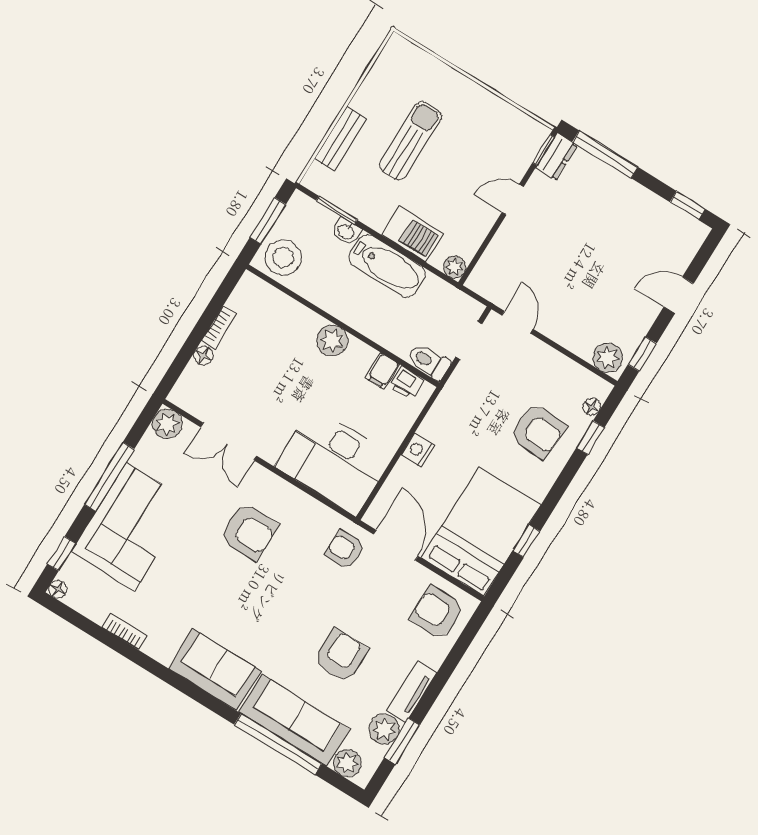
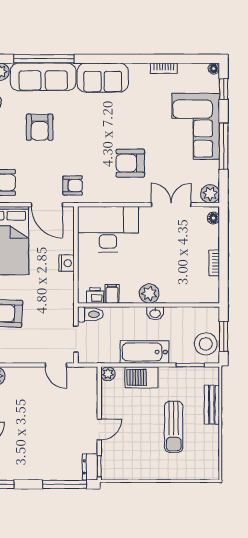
washbasin: (346, 231) -> (155, 313), moved, turned 180
stool: (283, 258) -> (206, 344), moved
floor lamp: (203, 355) -> (213, 218), moved

